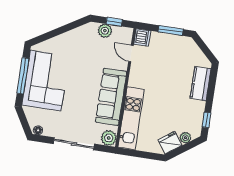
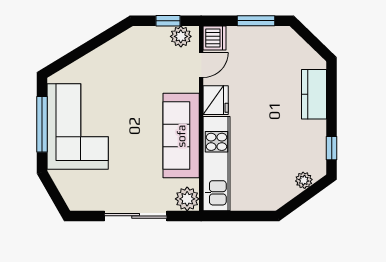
plant: (105, 31) -> (181, 36), moved
door: (131, 53) -> (201, 65), swing flipped
floor lamp: (38, 130) -> (78, 204), removed
fridge: (170, 143) -> (216, 100), moved, turned 126

